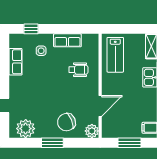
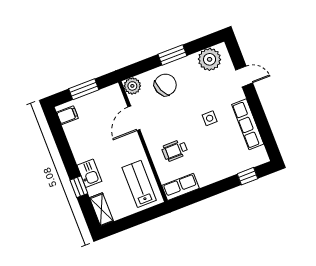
row of seats: (67, 40) -> (181, 187), moved
side table: (41, 51) -> (210, 118), moved
row of seats: (16, 62) -> (248, 124), width x1.48

